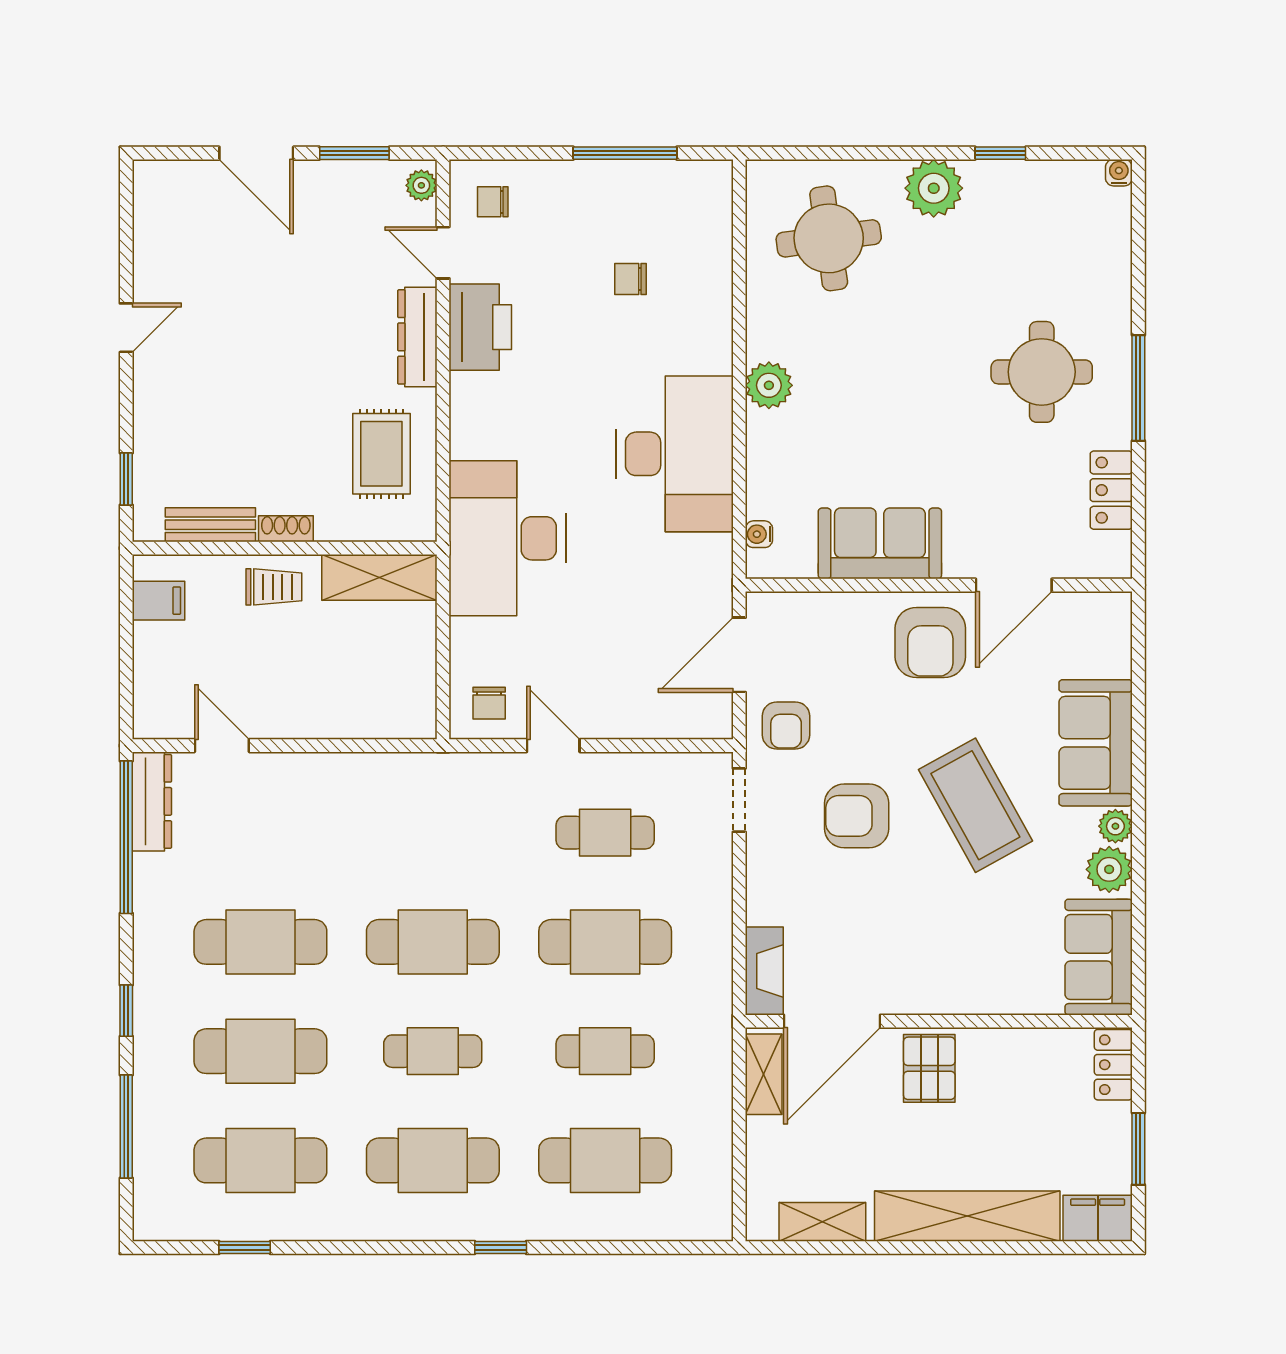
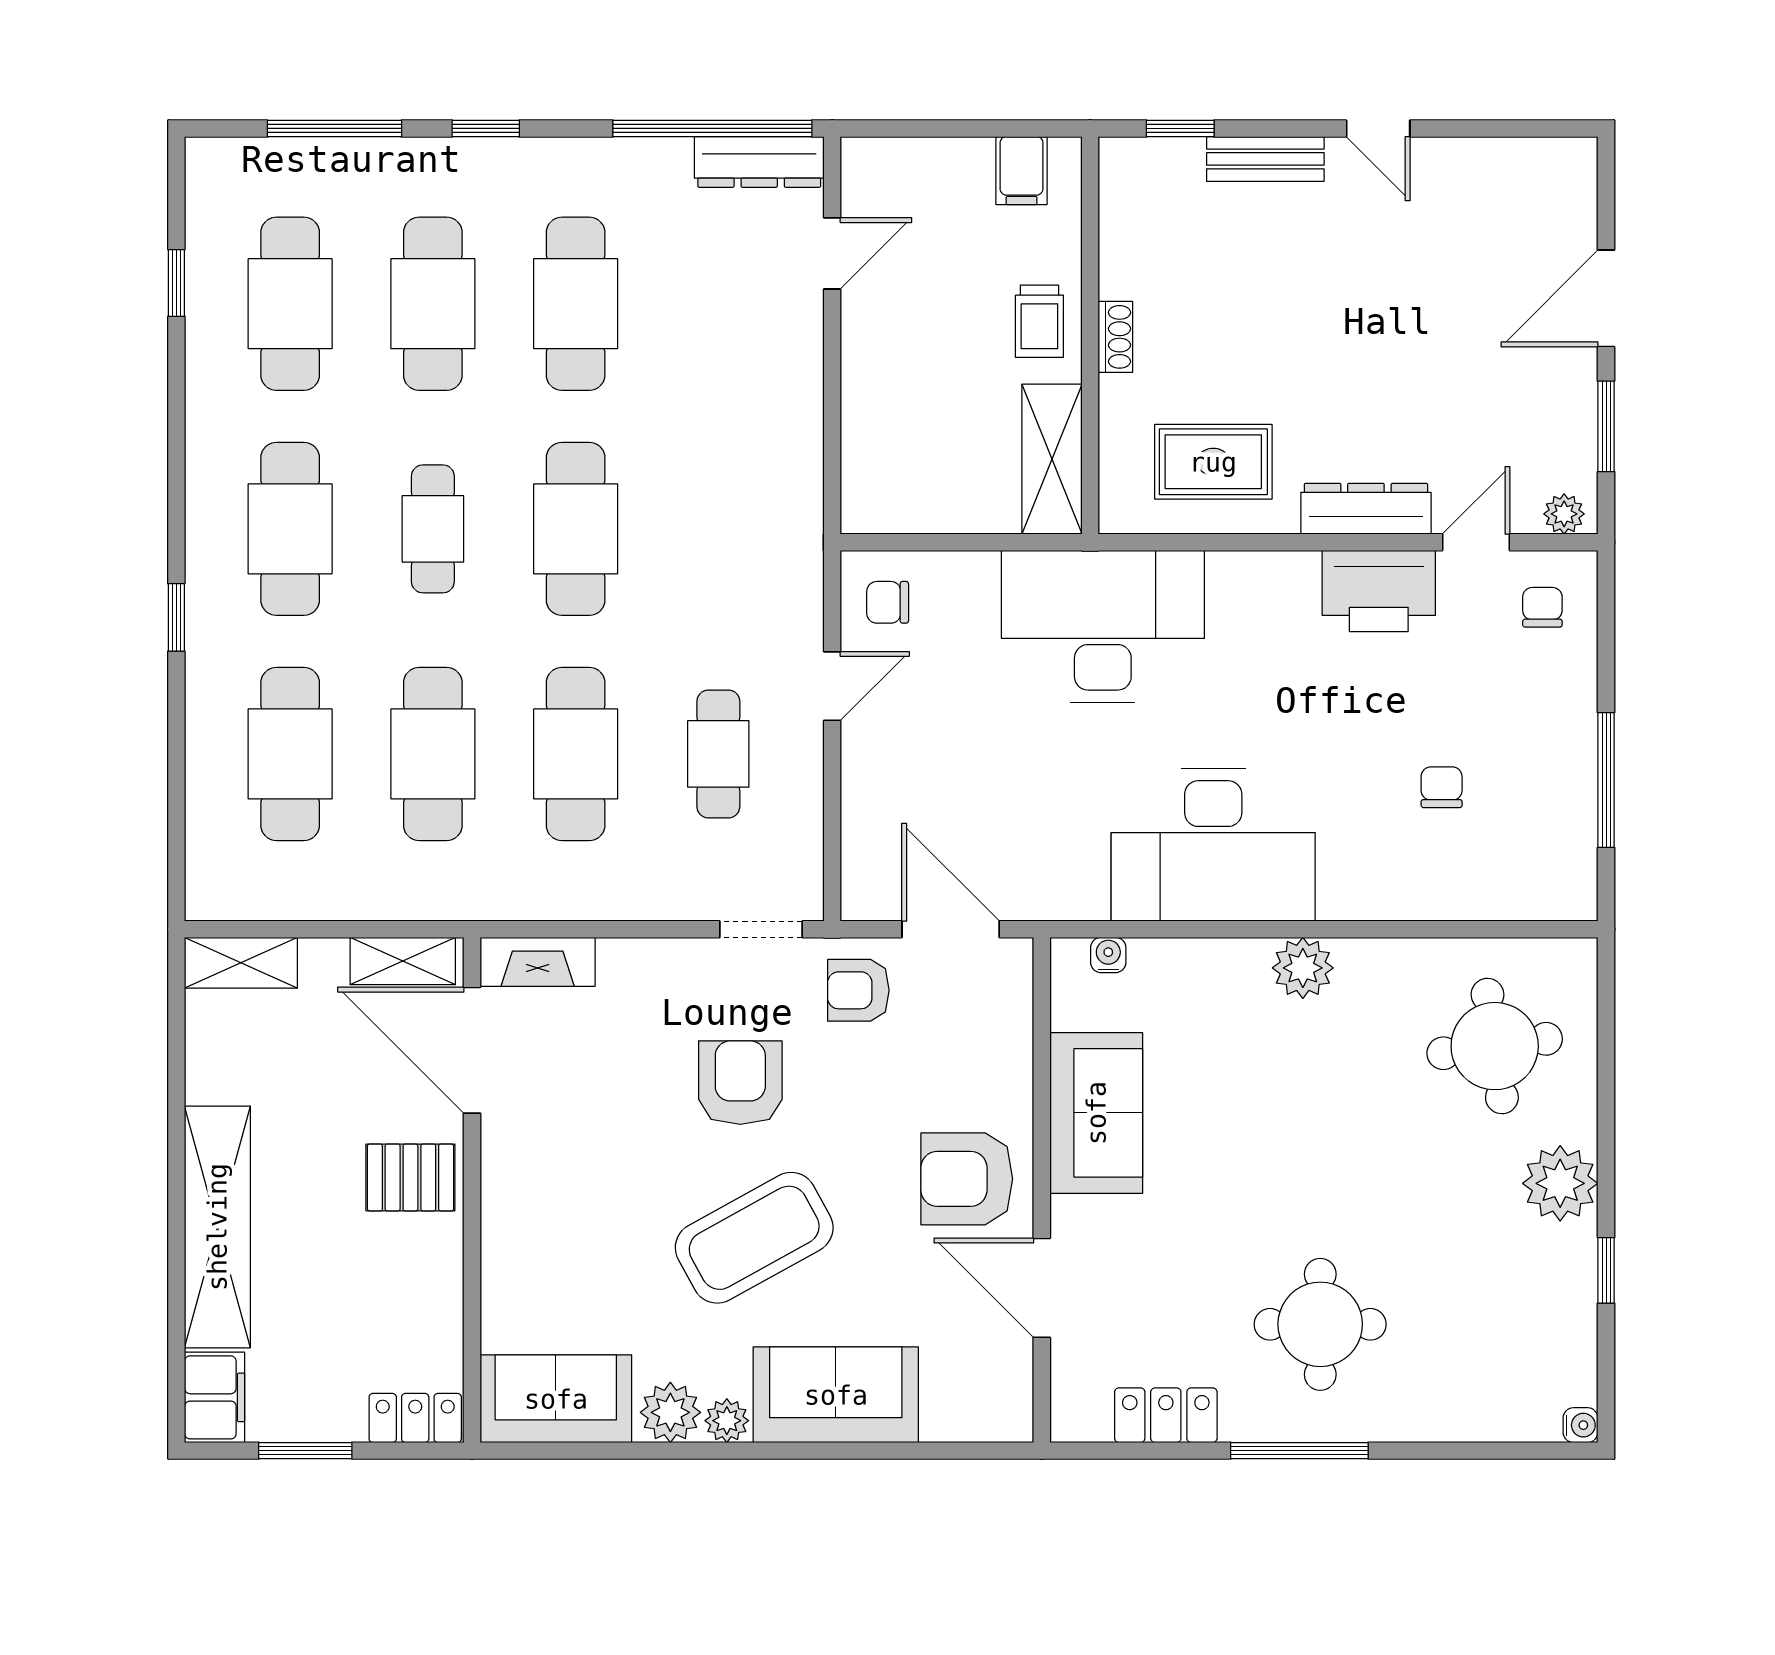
bench: (210, 525) -> (1265, 159), moved, turned 90
cafe table: (605, 1051) -> (433, 754), width x1.37, depth x1.35
shelving: (822, 1222) -> (241, 963), moved, turned 90

